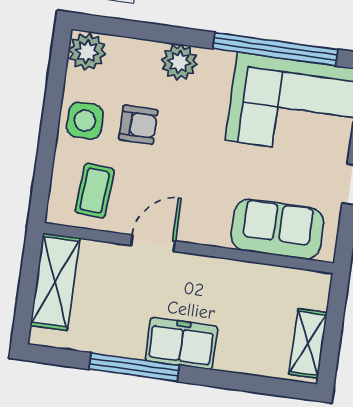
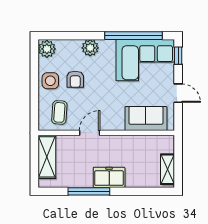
armchair: (138, 125) -> (75, 79), turned 90

